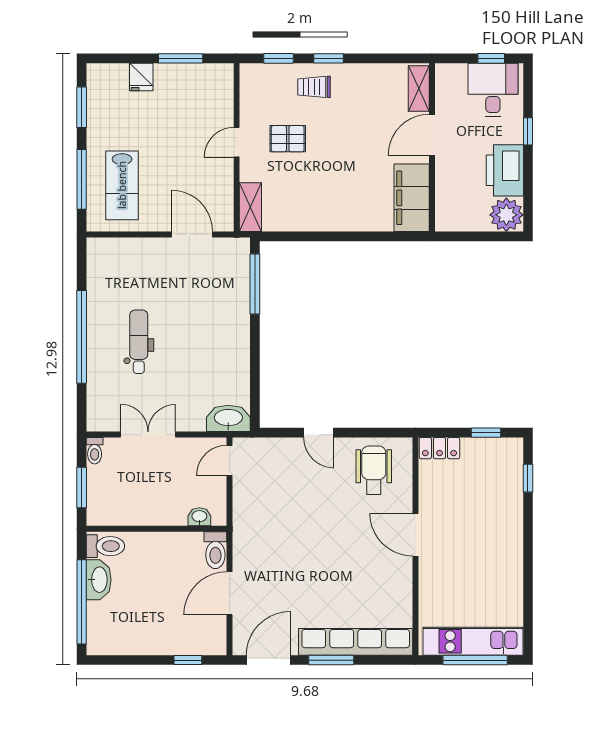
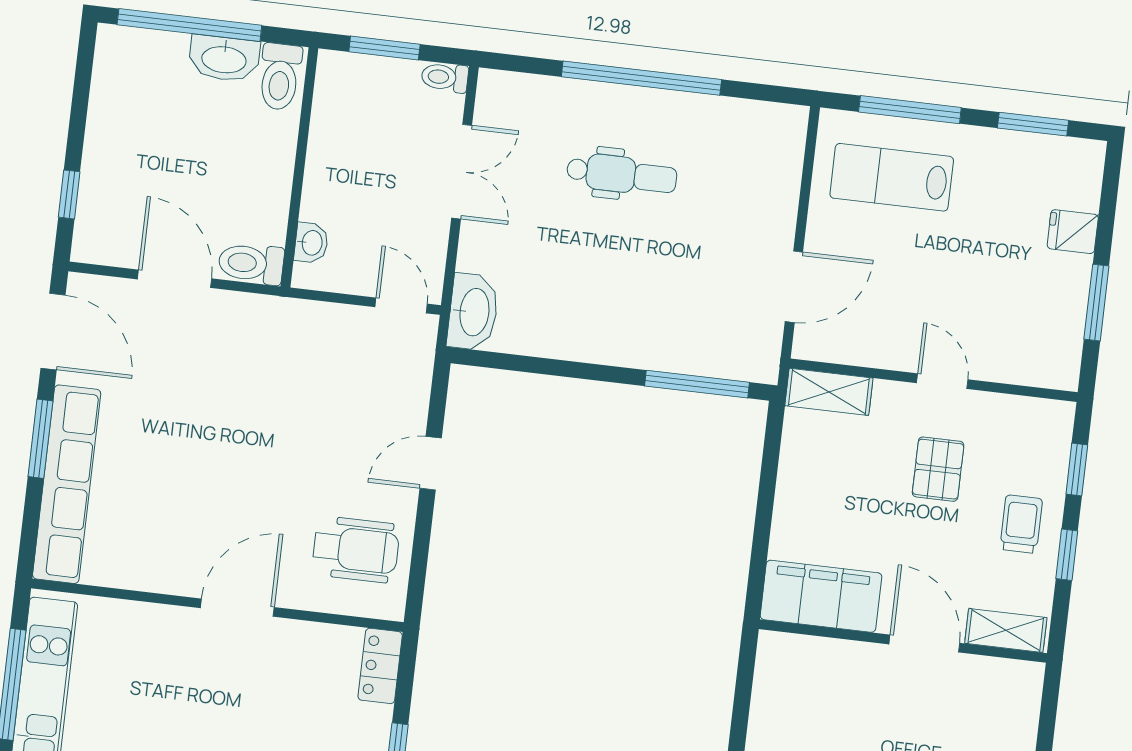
shelving: (419, 89) -> (1006, 630), moved
door: (432, 135) -> (924, 644), moved
wall: (432, 147) -> (903, 641), moved
filing cabinet: (412, 198) -> (821, 596), moved

